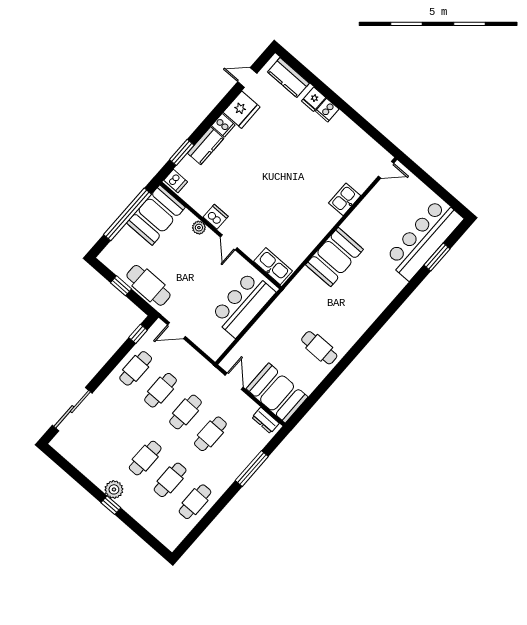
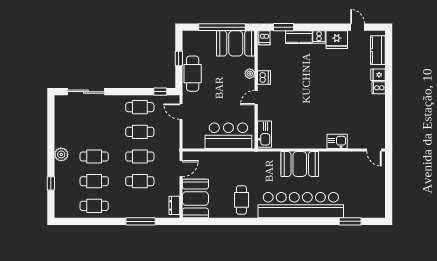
bar counter: (424, 239) -> (301, 205), moved, width x1.36
window: (111, 505) -> (51, 183), moved

